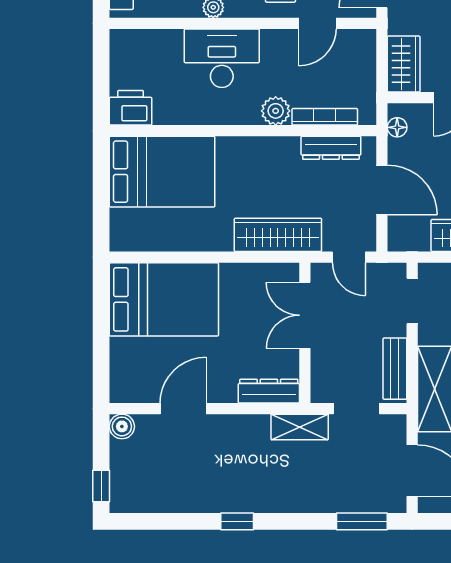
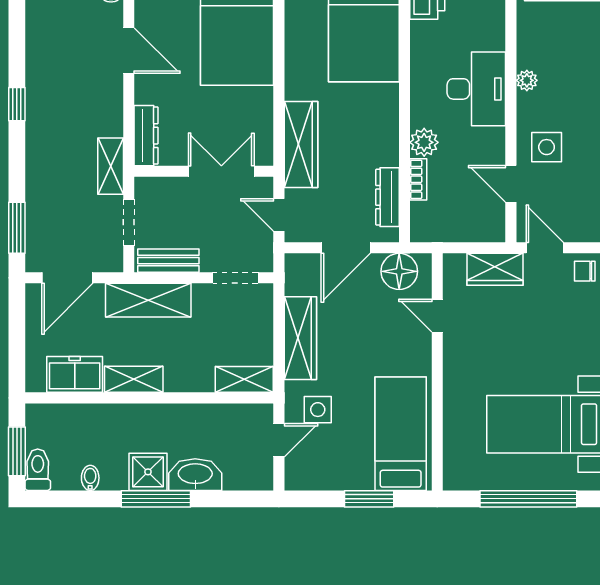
wardrobe: (404, 64) -> (495, 269), moved
bookcase: (325, 117) -> (418, 179), width x0.64
floor lamp: (397, 127) -> (399, 271), width x1.89, depth x1.89
door: (349, 257) -> (279, 215), hinge flipped

